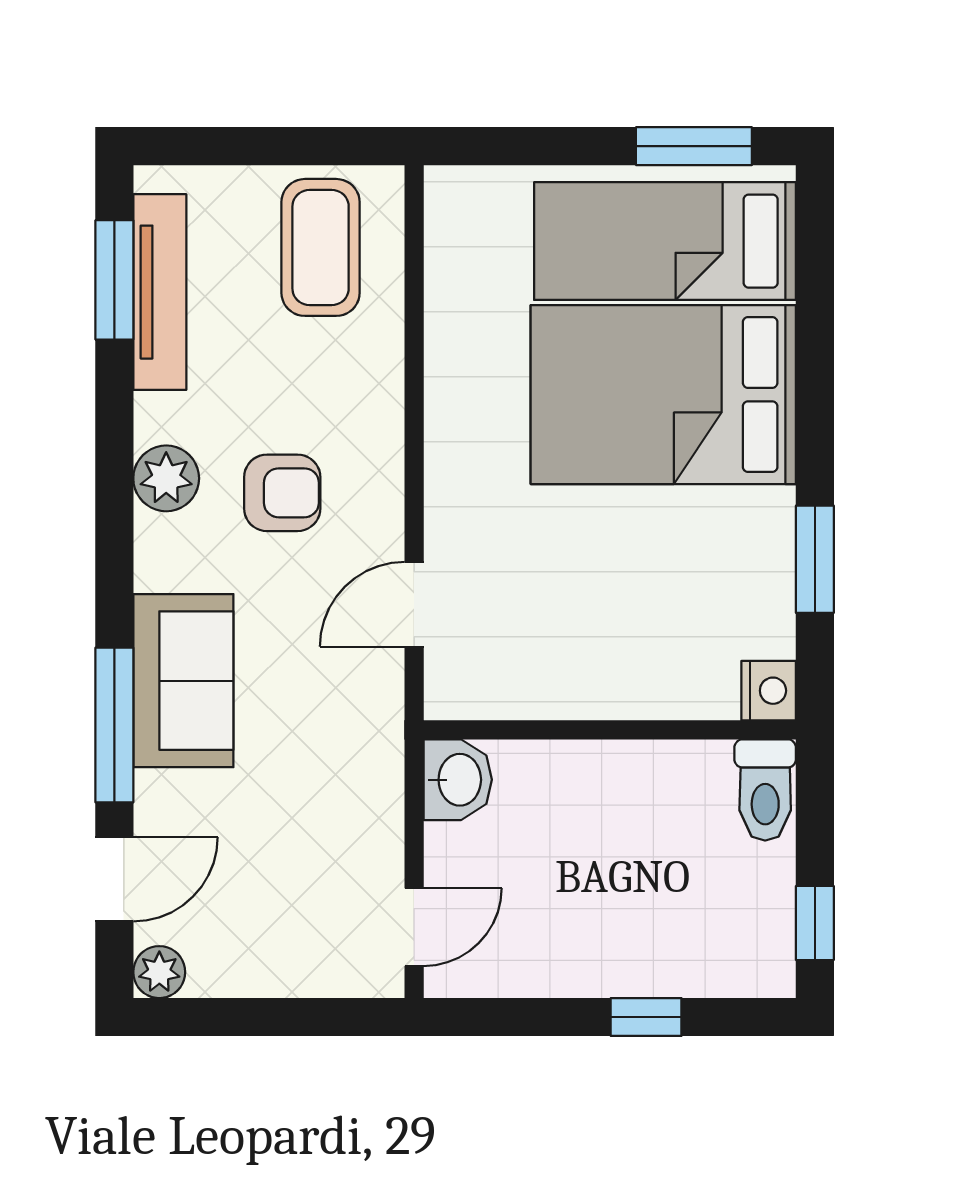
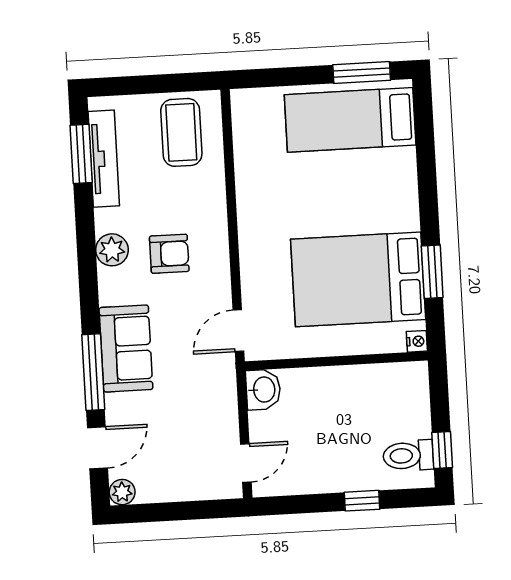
bed: (663, 395) -> (358, 279), moved
door: (414, 604) -> (238, 331), moved
nightstand: (769, 691) -> (417, 341), width x0.72, depth x0.74
toilet: (765, 790) -> (408, 456), moved, turned 90

